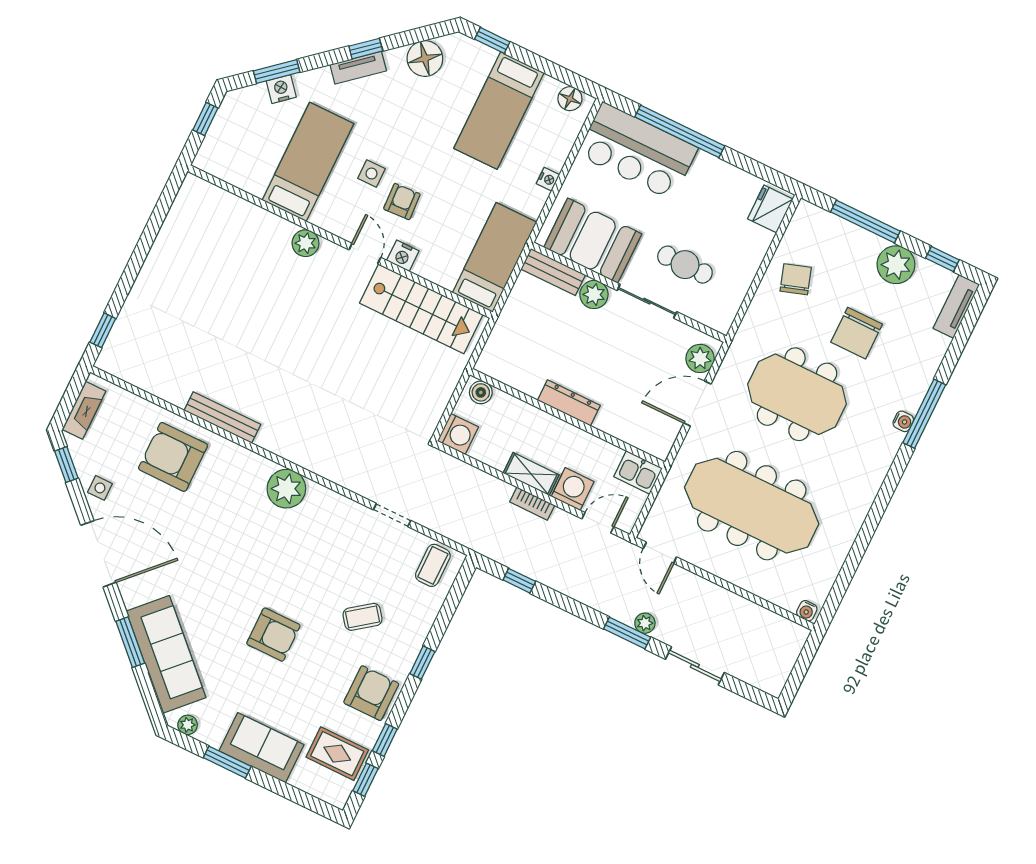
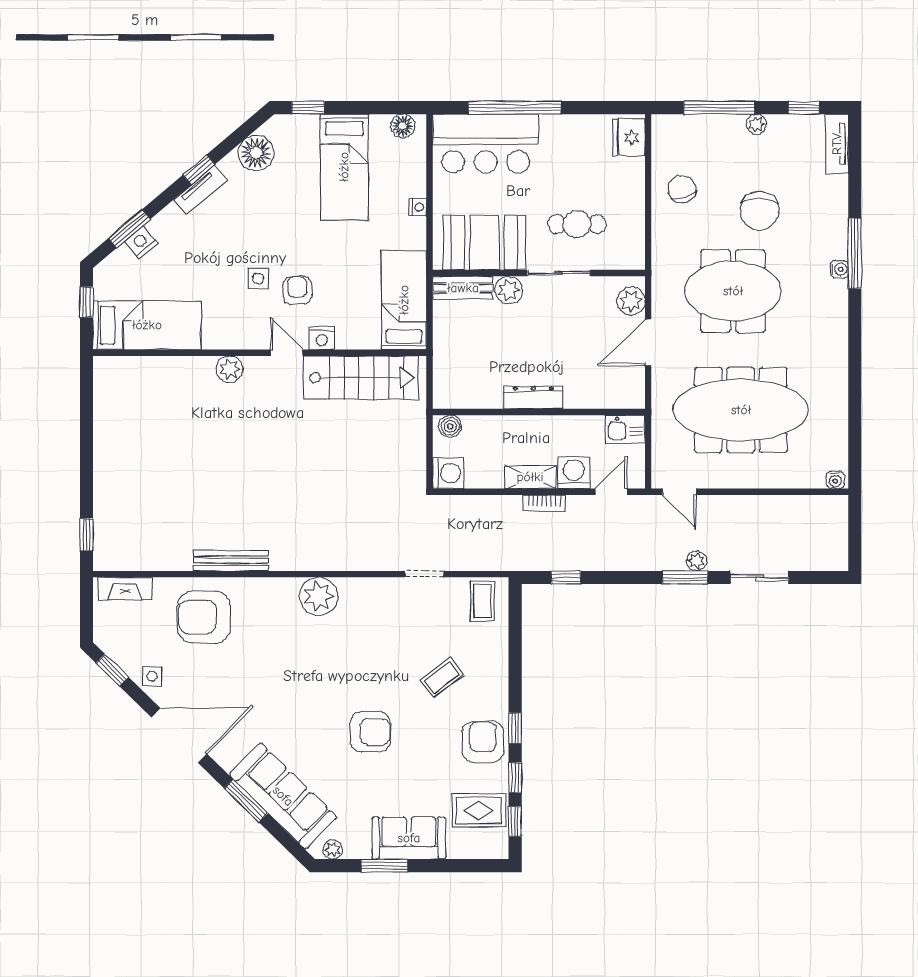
bed: (308, 162) -> (147, 325), moved, turned 90
plant: (896, 265) -> (756, 124), width x0.53, depth x0.53
fireplace: (84, 410) -> (125, 589), moved, turned 90
window: (422, 663) -> (515, 728), moved

